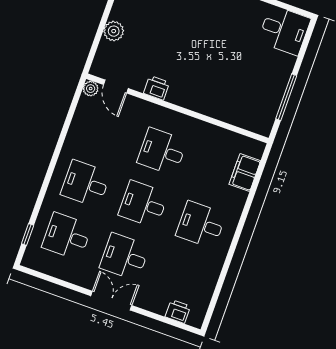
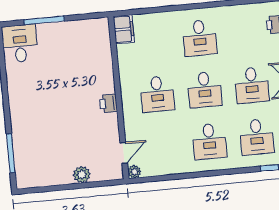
printer: (157, 88) -> (108, 103), moved
window: (286, 97) -> (44, 20), moved
filing cabinet: (245, 173) -> (124, 29), moved, turned -90

